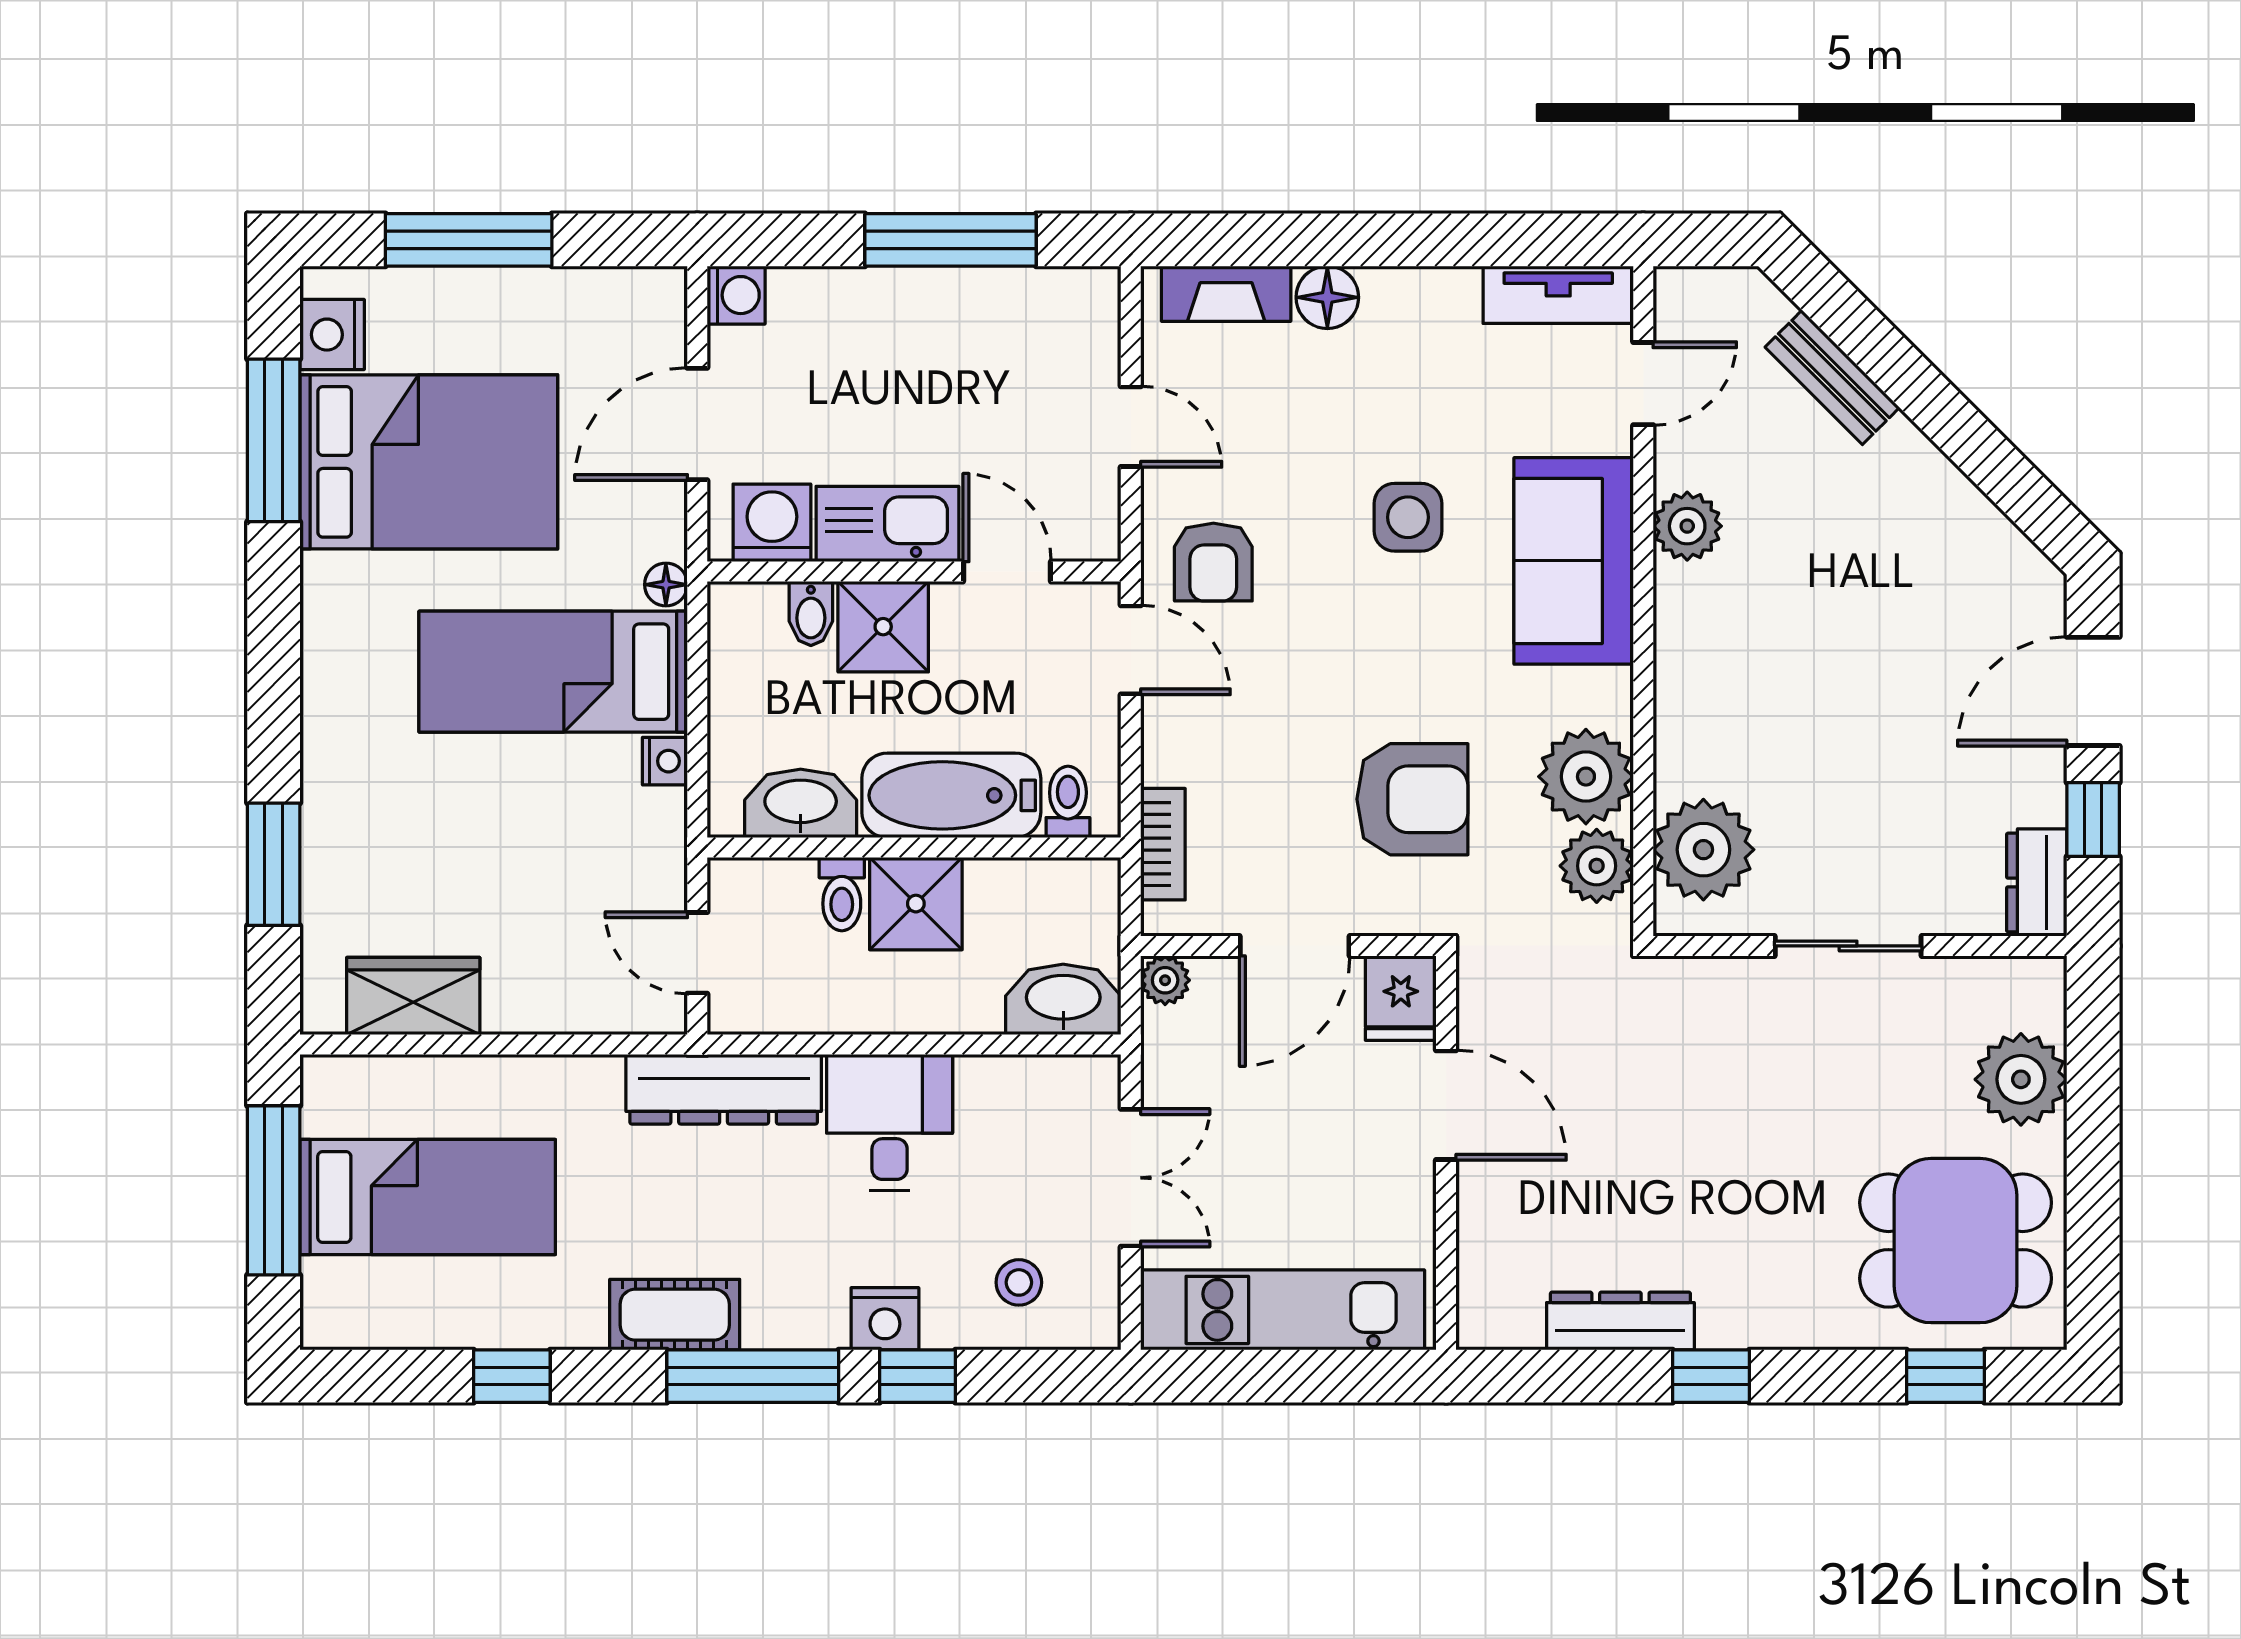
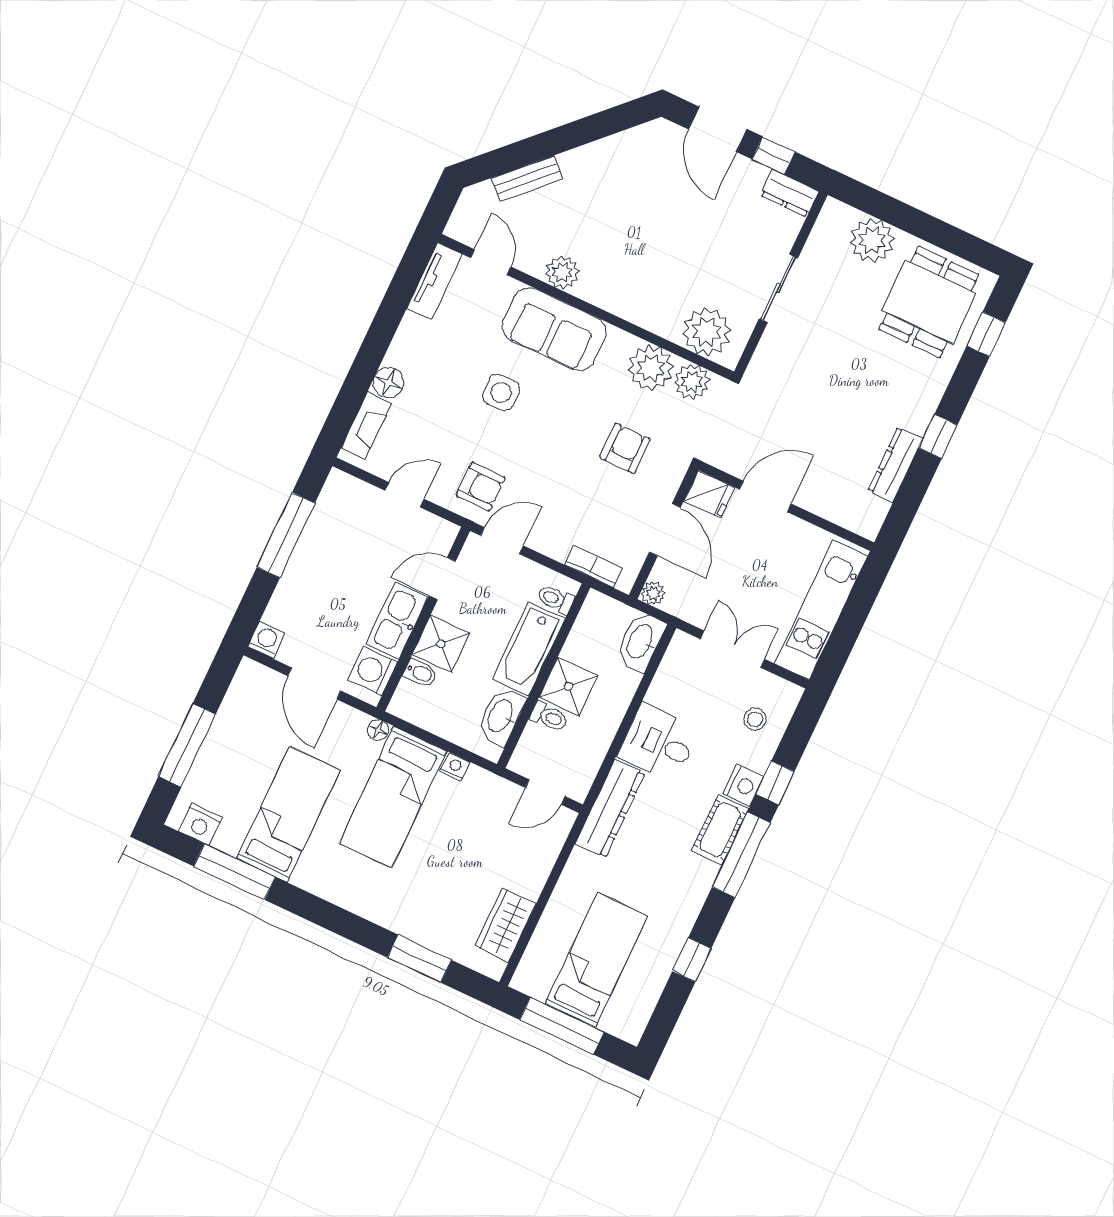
bed: (429, 462) -> (288, 814), width x0.67
armchair: (1412, 799) -> (625, 448), width x0.72, depth x0.72
cot: (675, 1315) -> (720, 830), moved

